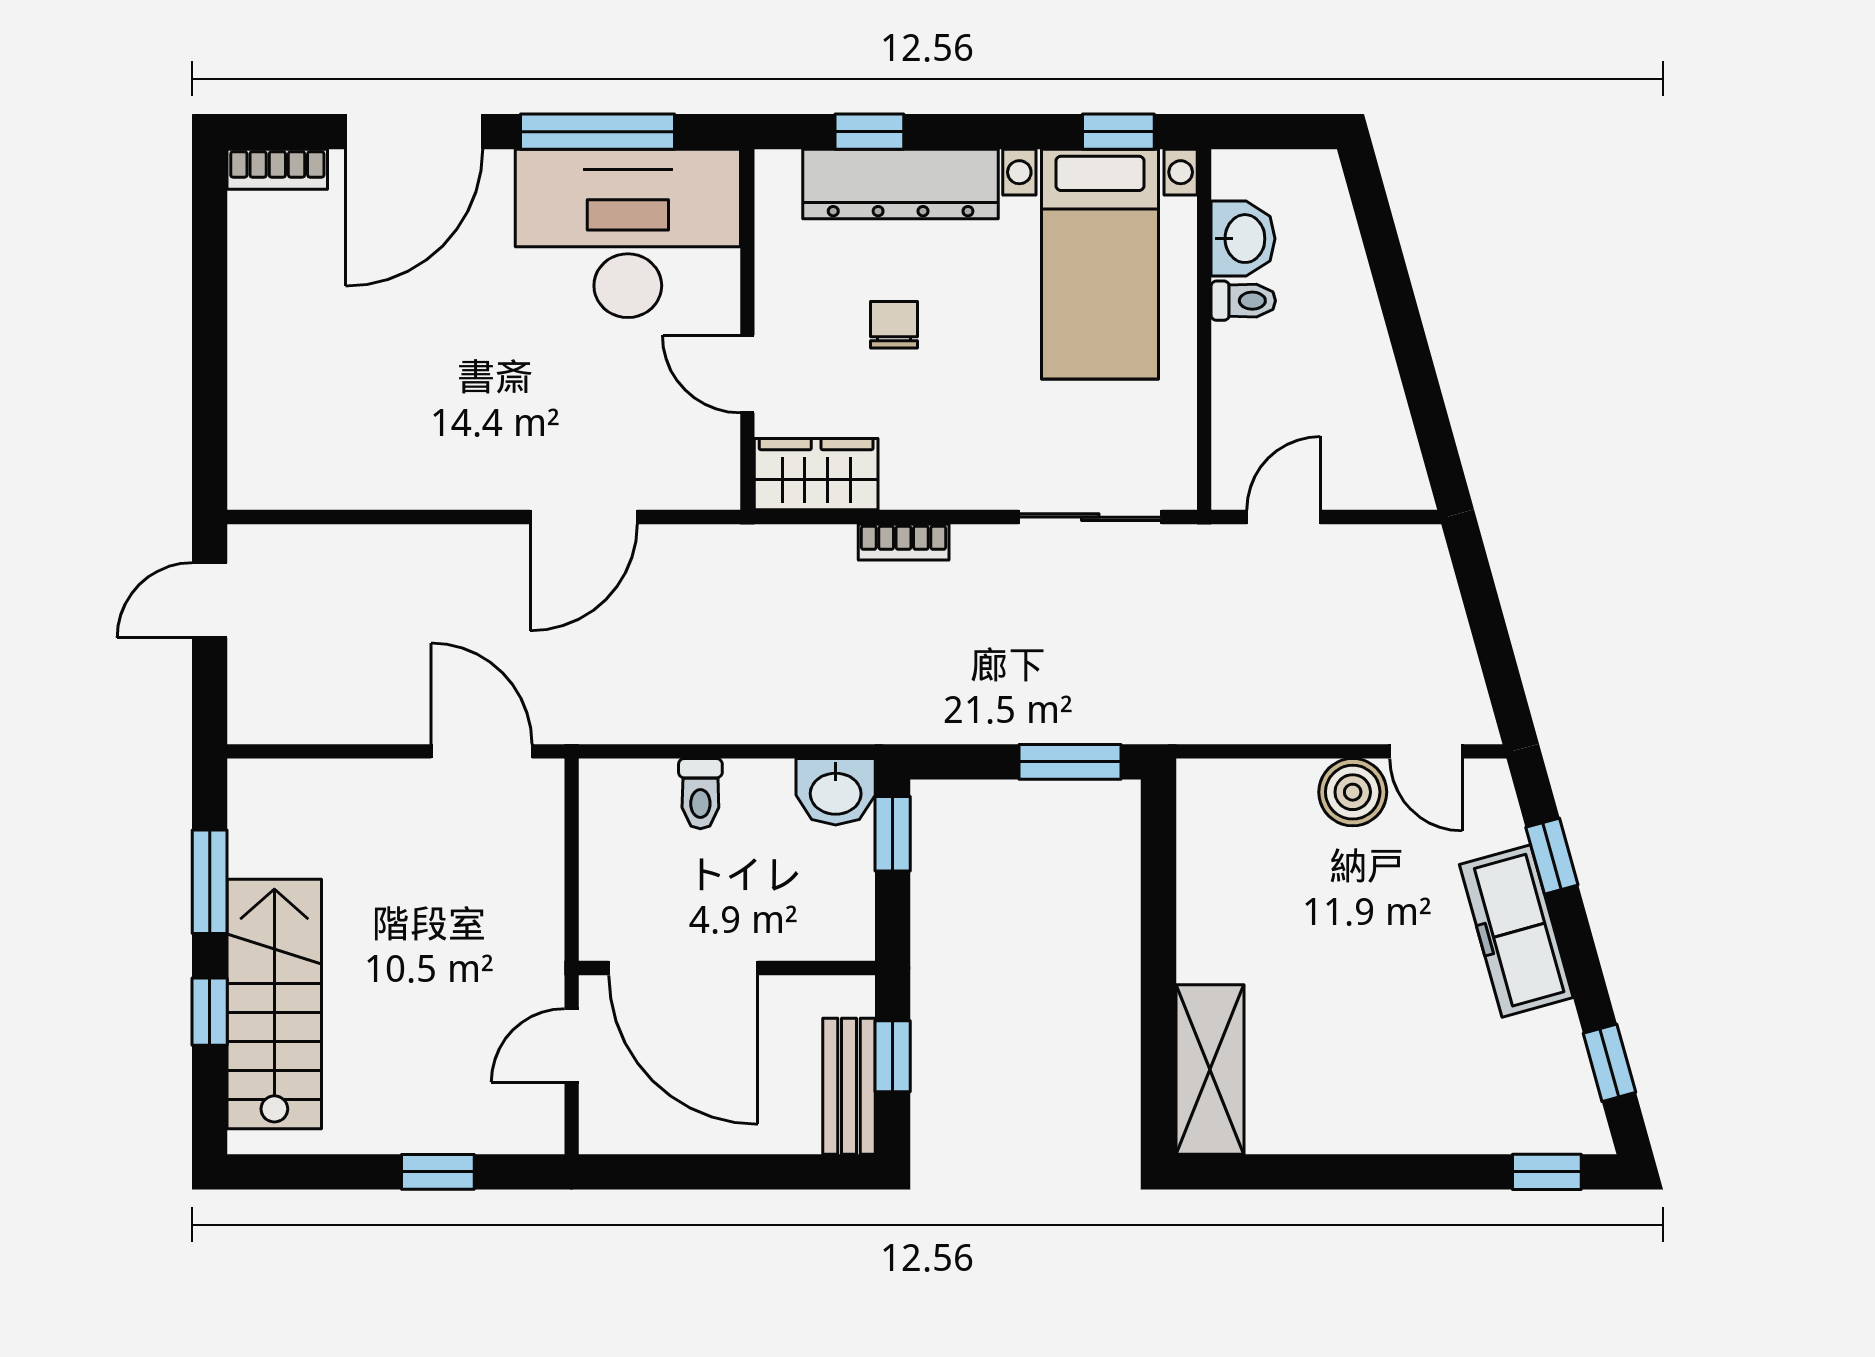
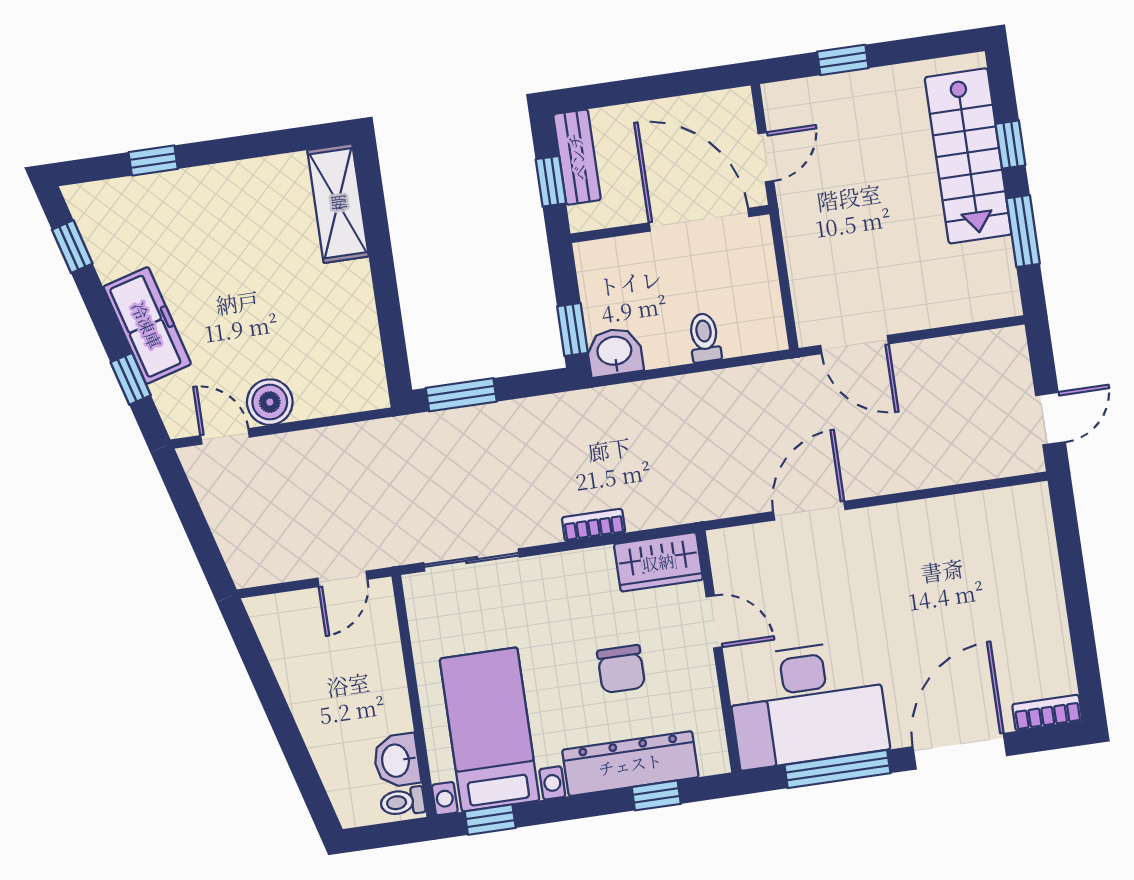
toilet: (1243, 301) -> (403, 802), moved
chair: (894, 325) -> (621, 669), width x1.37, depth x1.37
window: (1547, 1172) -> (153, 161), moved

